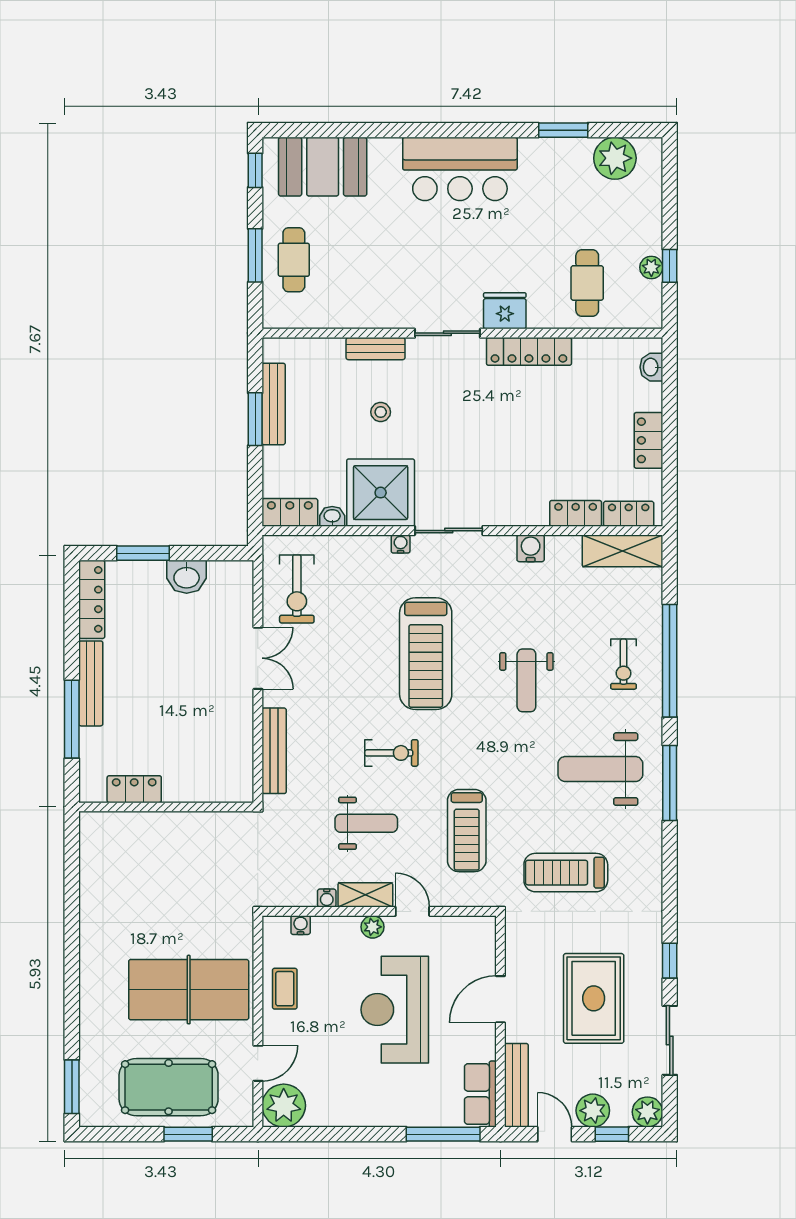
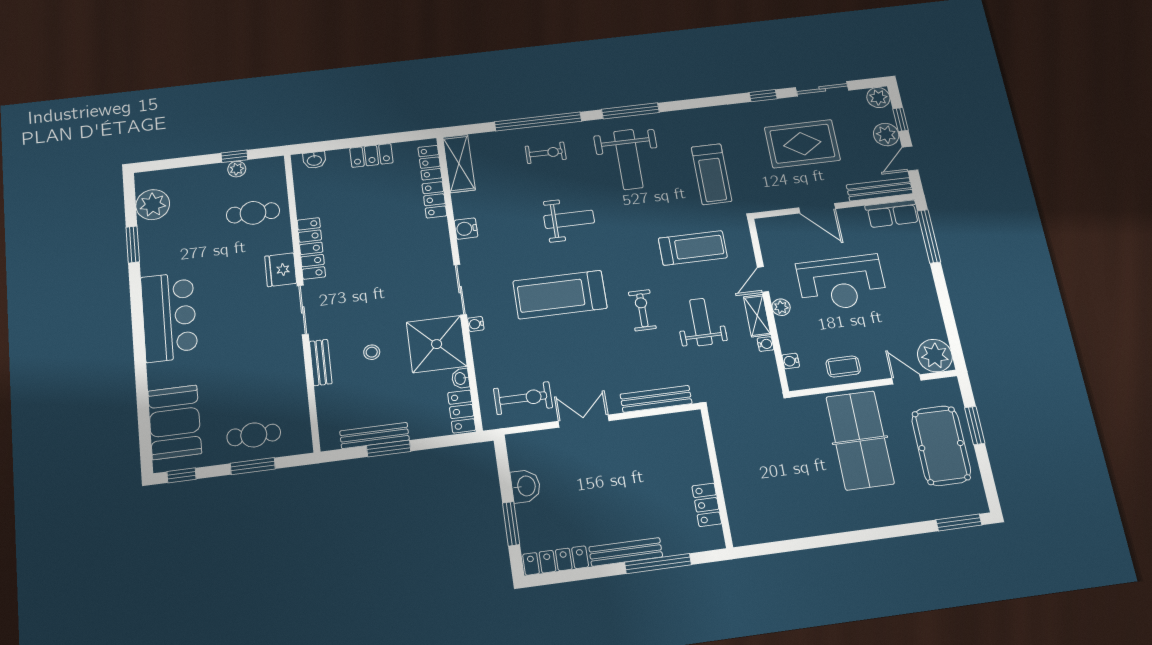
treadmill: (426, 654) -> (560, 295), turned 180

